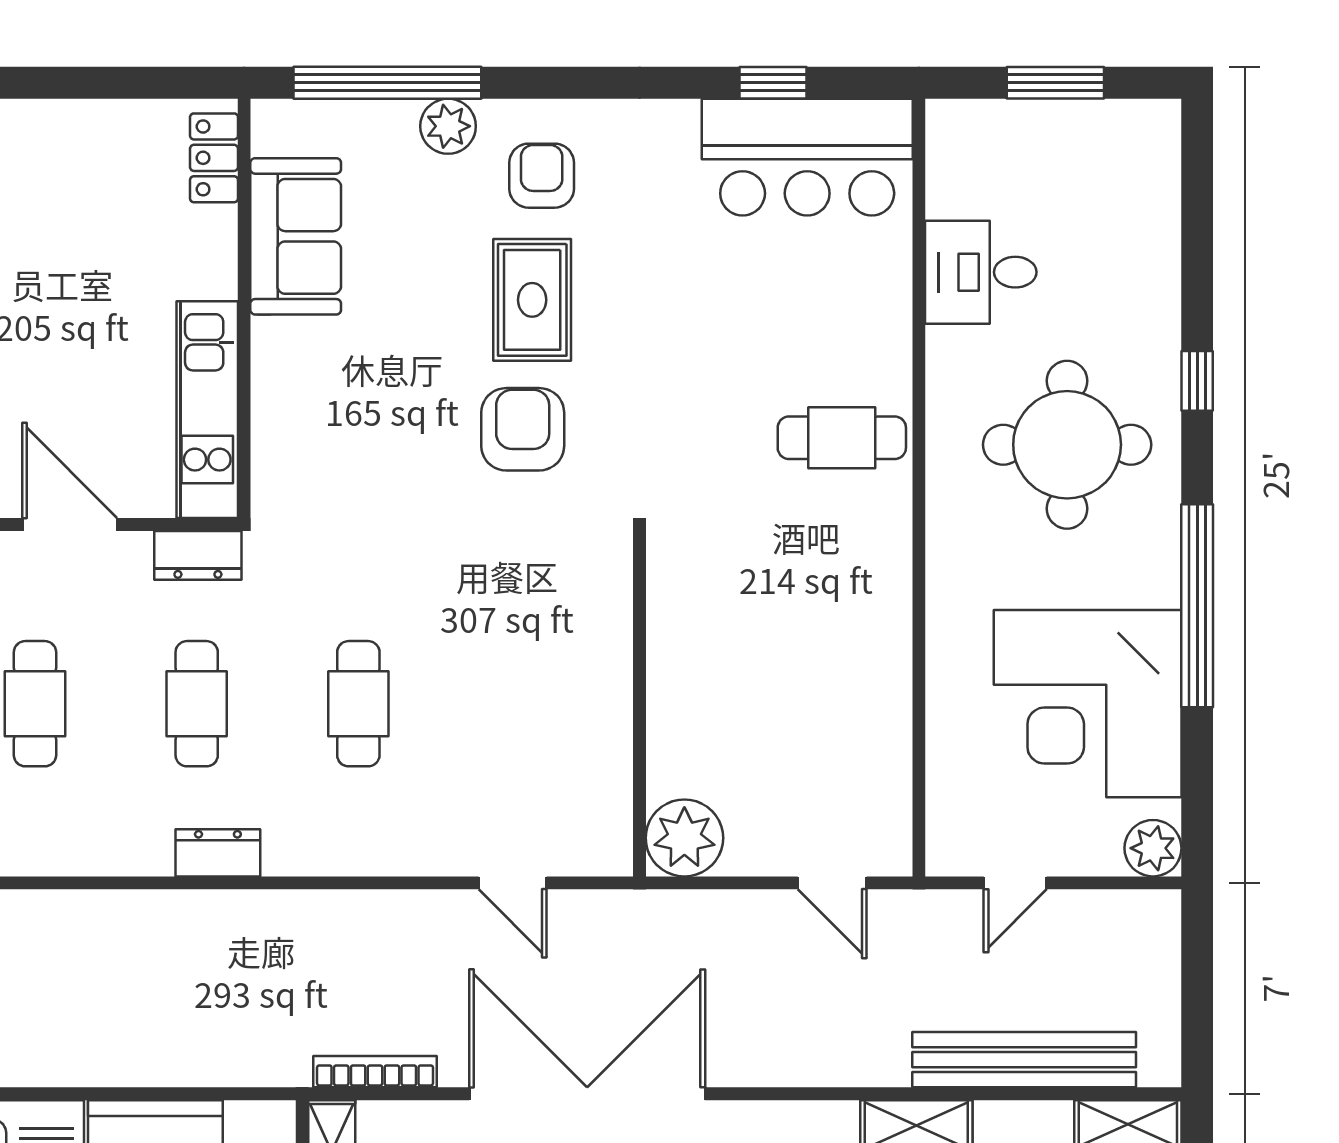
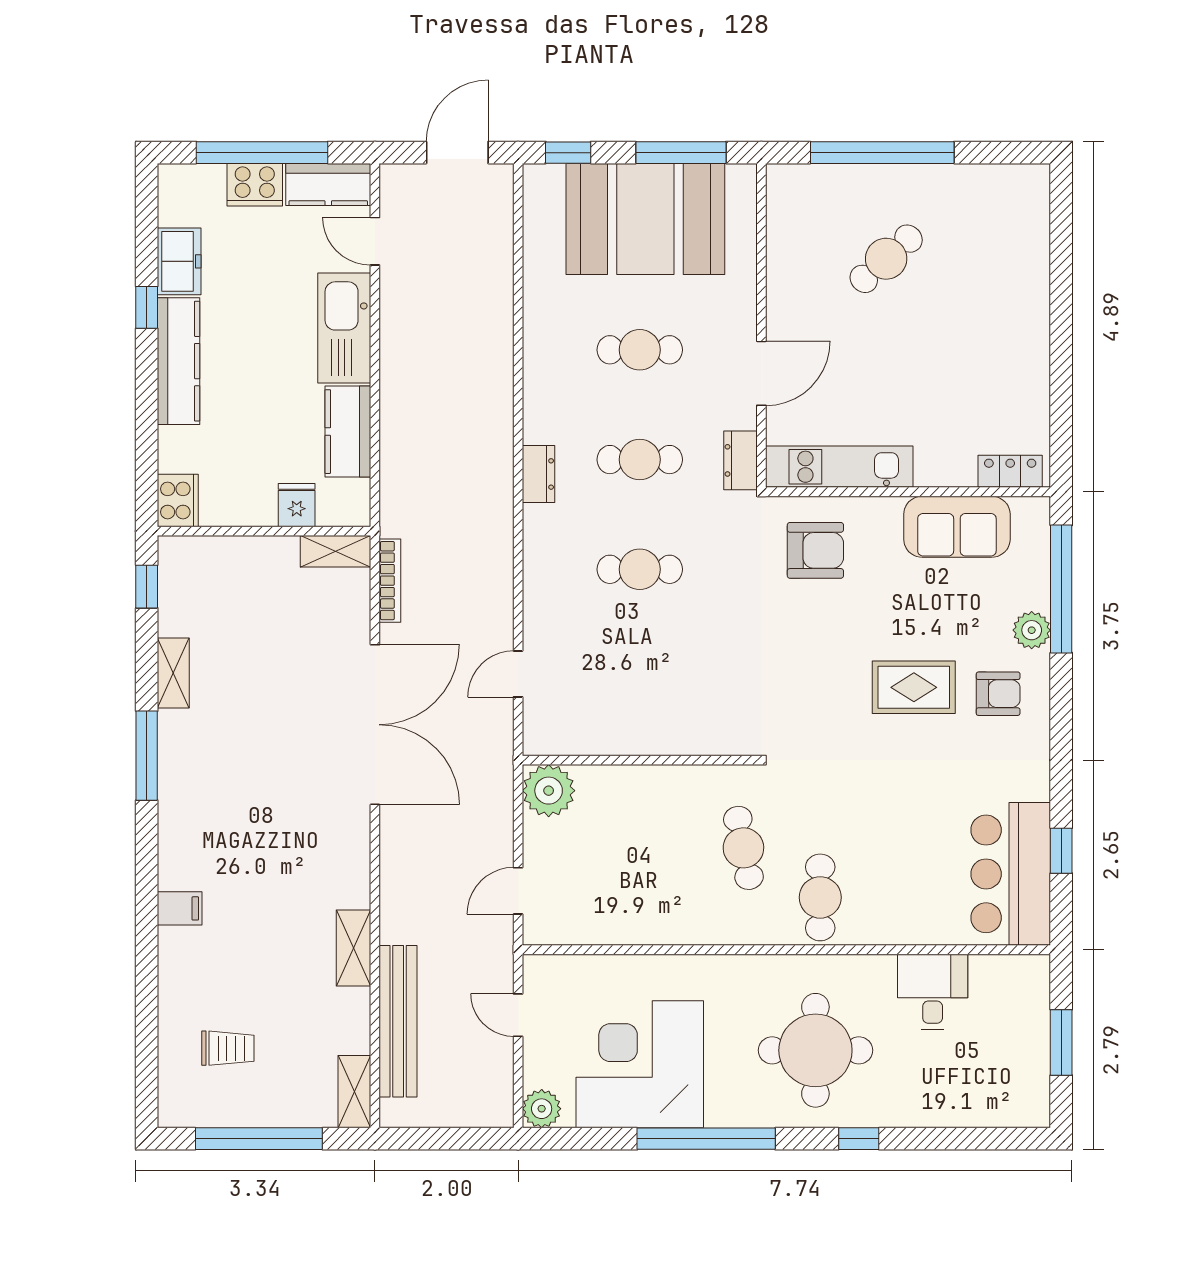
armchair: (523, 429) -> (815, 550), moved
cafe table: (769, 551) -> (743, 848), added

